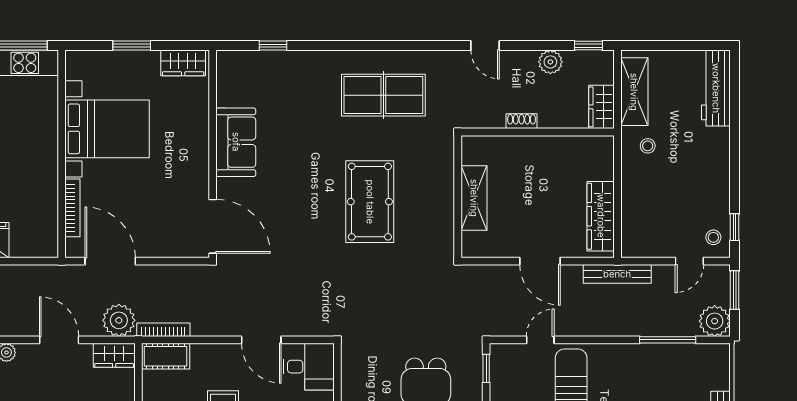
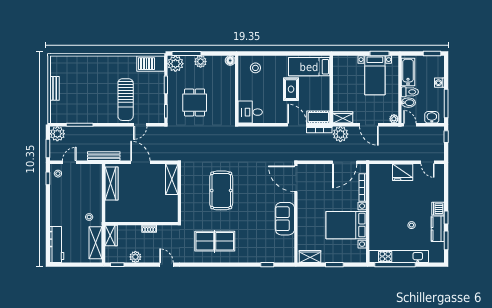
shelving: (474, 198) -> (172, 179), moved
door: (110, 261) -> (345, 162), hinge flipped
door: (261, 340) -> (297, 125), moved

